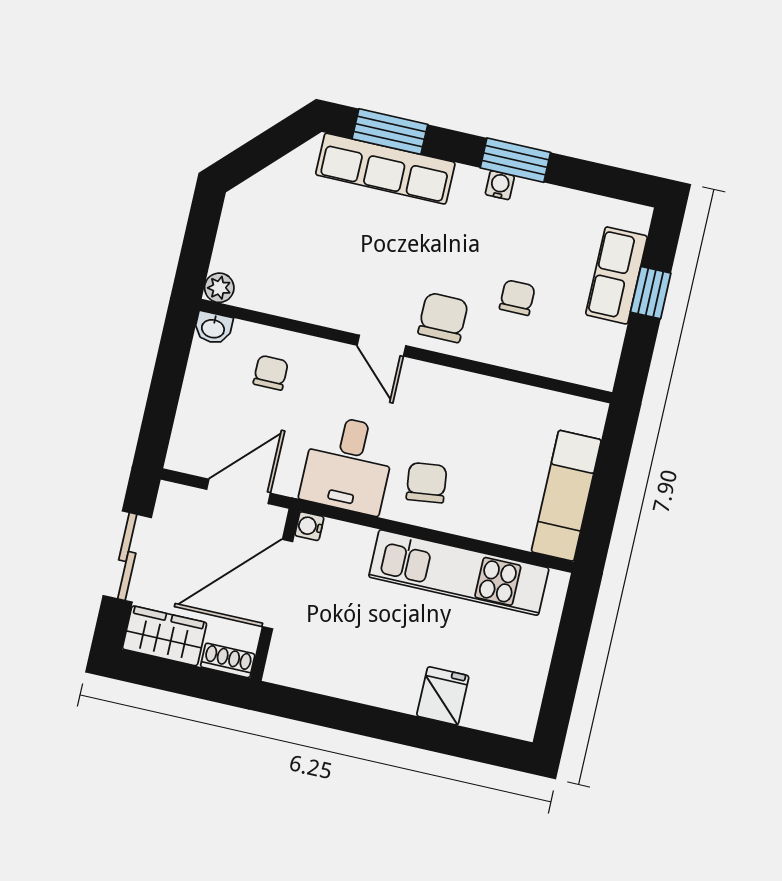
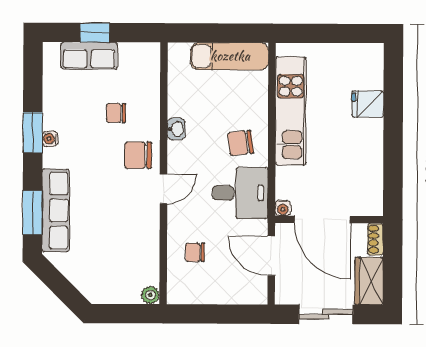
washbasin: (213, 328) -> (176, 129), moved

